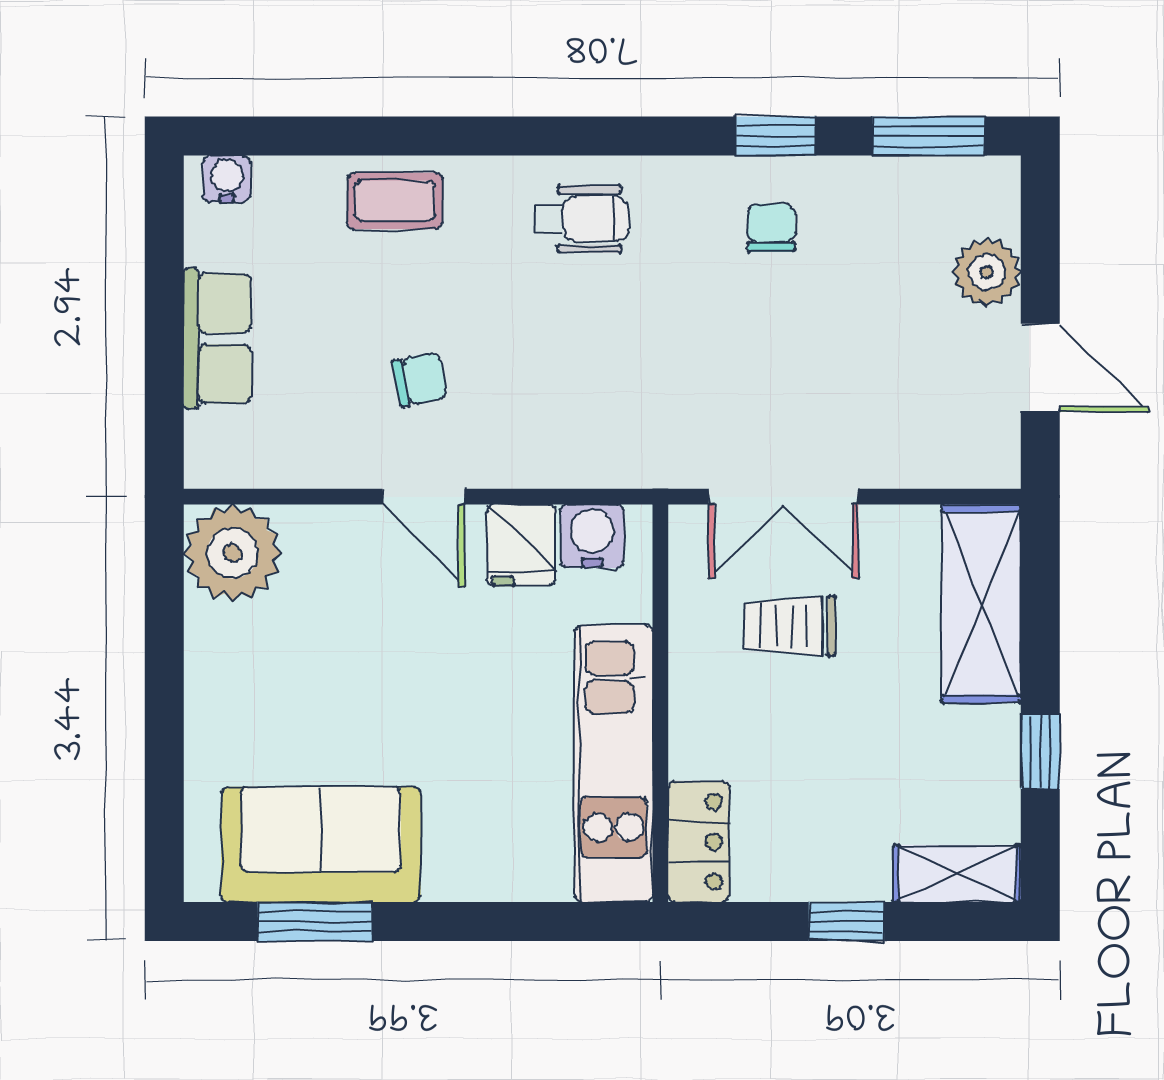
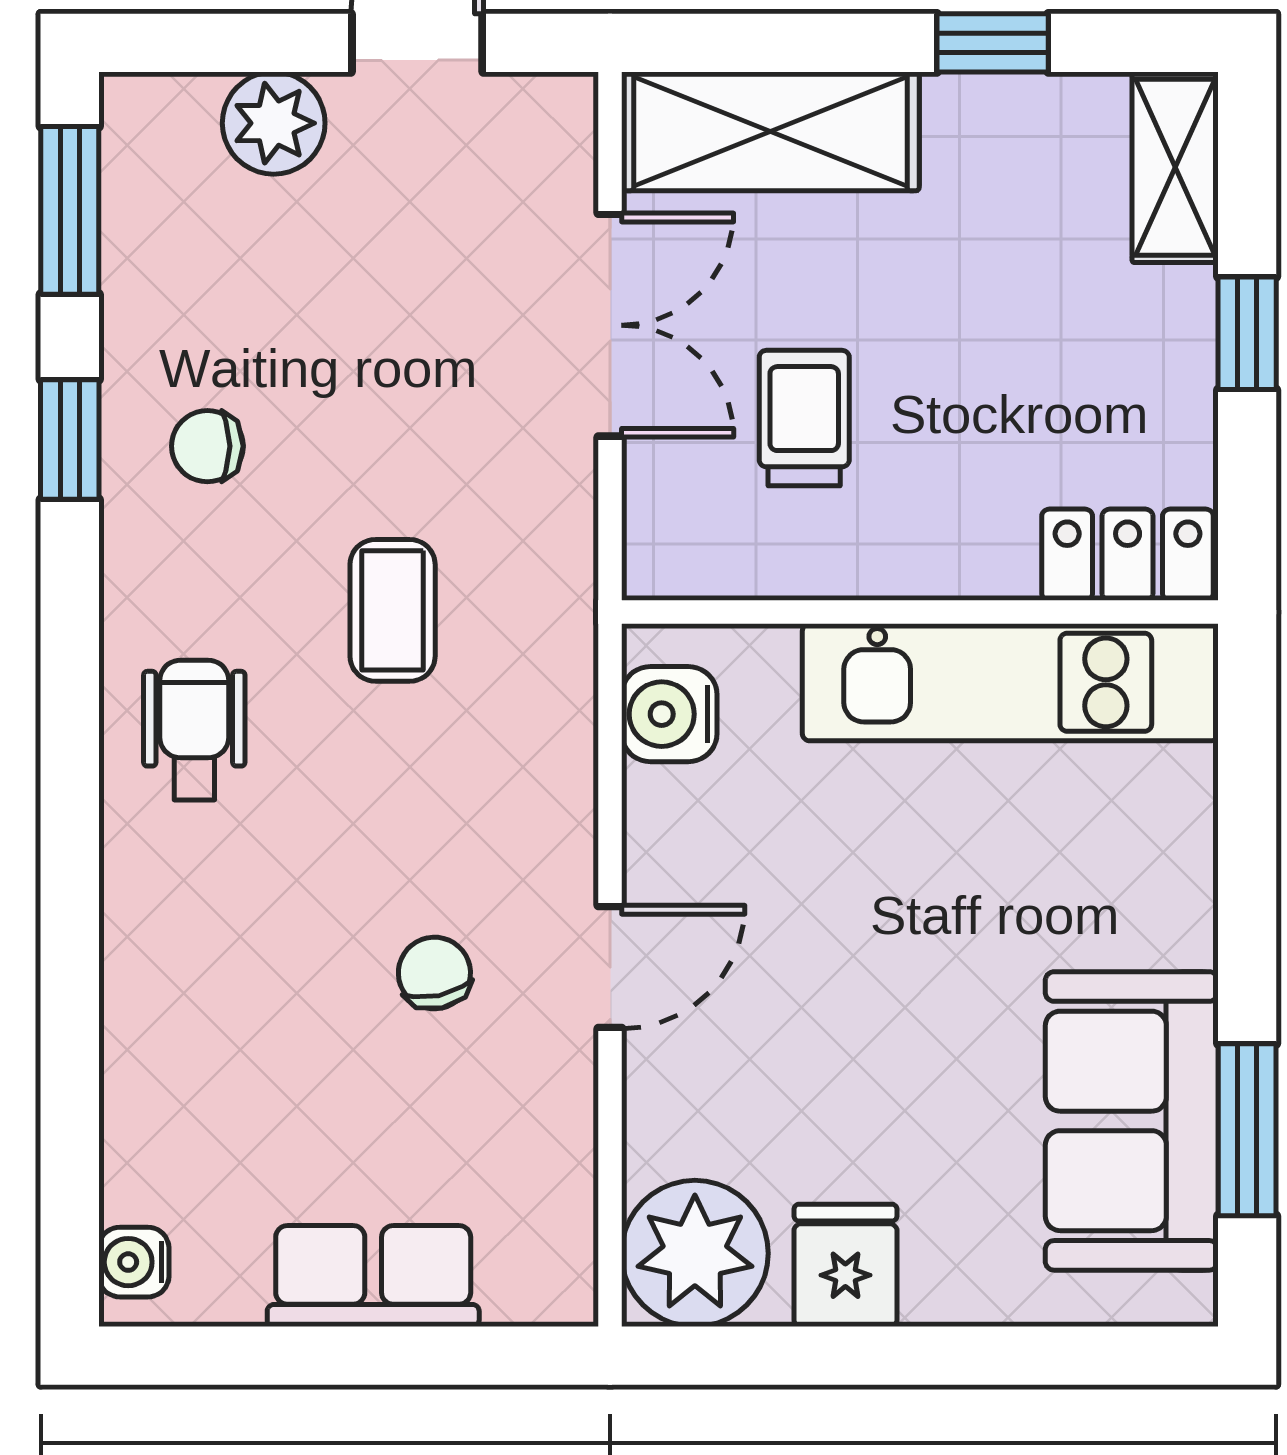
coffee table: (395, 201) -> (393, 610), moved
double door: (783, 497) -> (610, 325), moved
fridge: (521, 545) -> (845, 1265), moved, turned -90
trolley: (790, 626) -> (804, 418), turned 180

